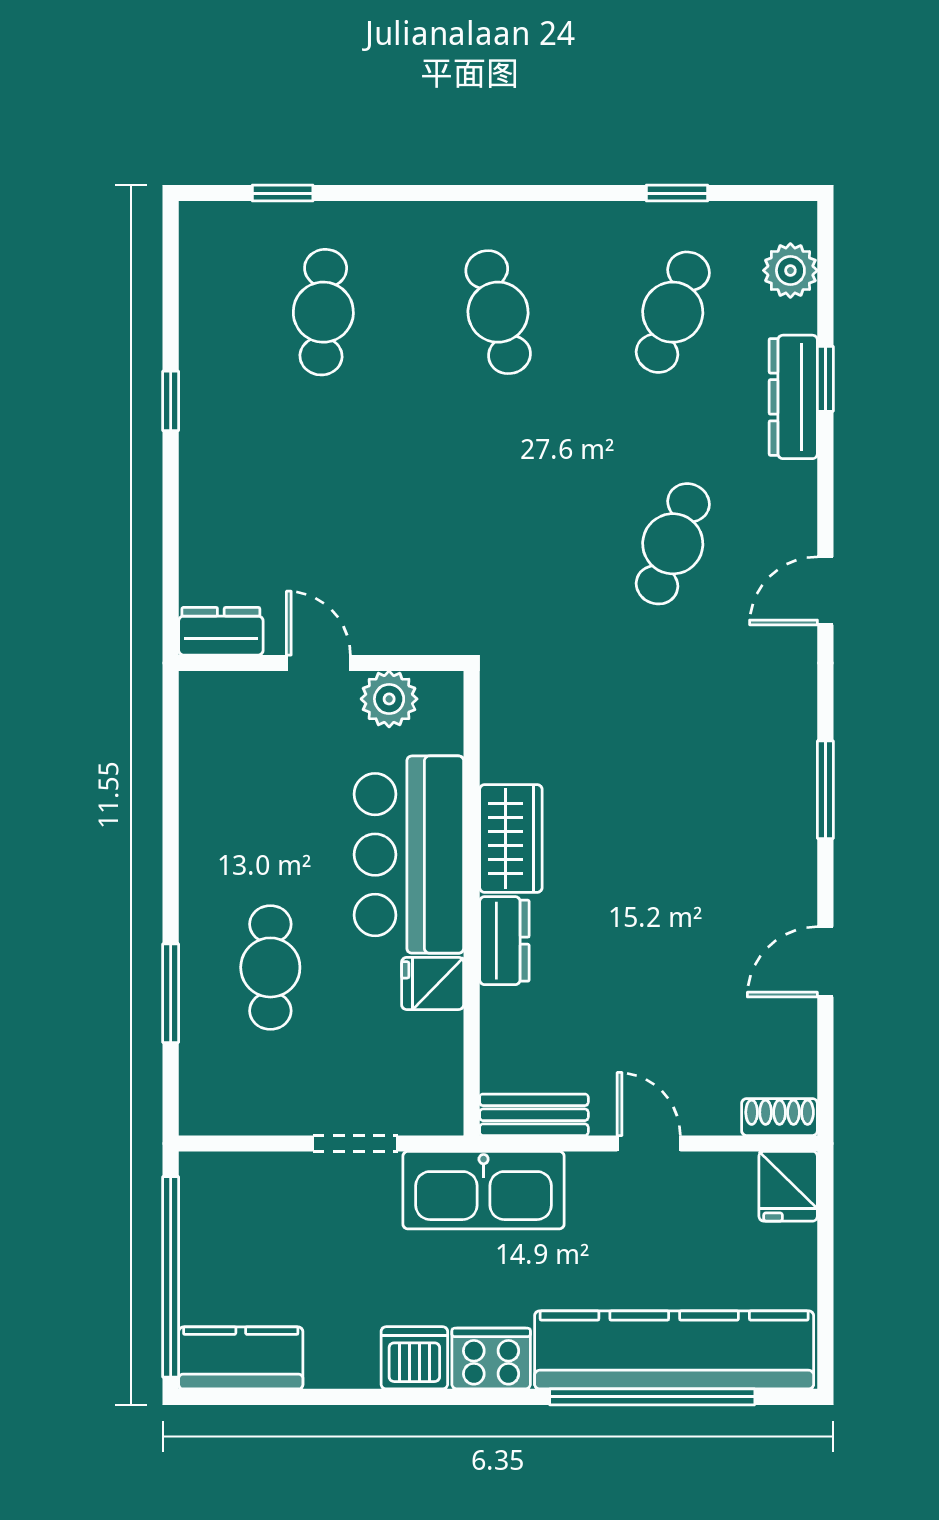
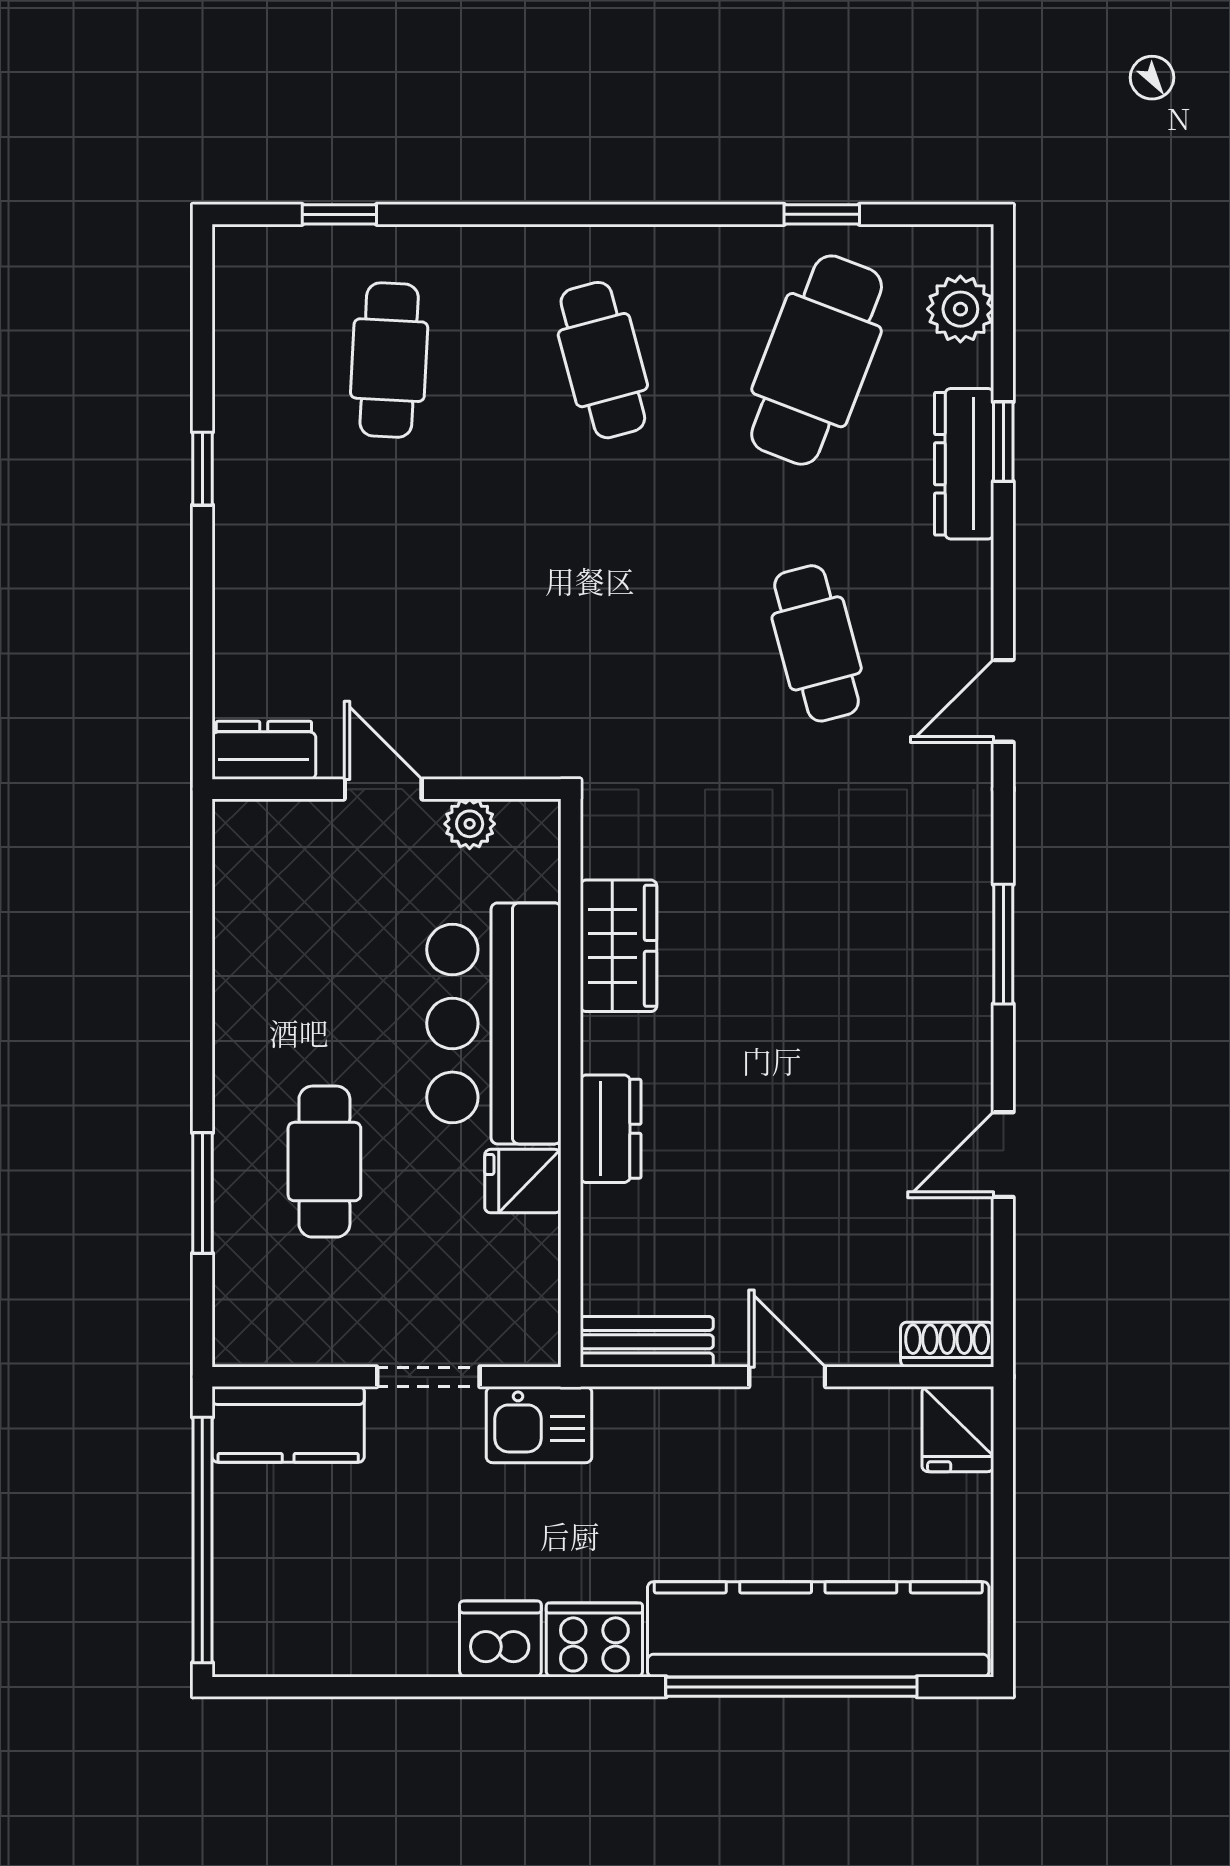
cafe table: (673, 312) -> (817, 360), width x1.37, depth x1.35
cafe table: (673, 544) -> (817, 643), turned -36
plant: (389, 699) -> (470, 824), width x0.73, depth x0.73
wardrobe: (511, 839) -> (618, 946), moved
kitchen sink: (484, 1190) -> (539, 1425), width x0.53, depth x0.81
kitchen counter: (241, 1358) -> (288, 1424), moved, turned 180

